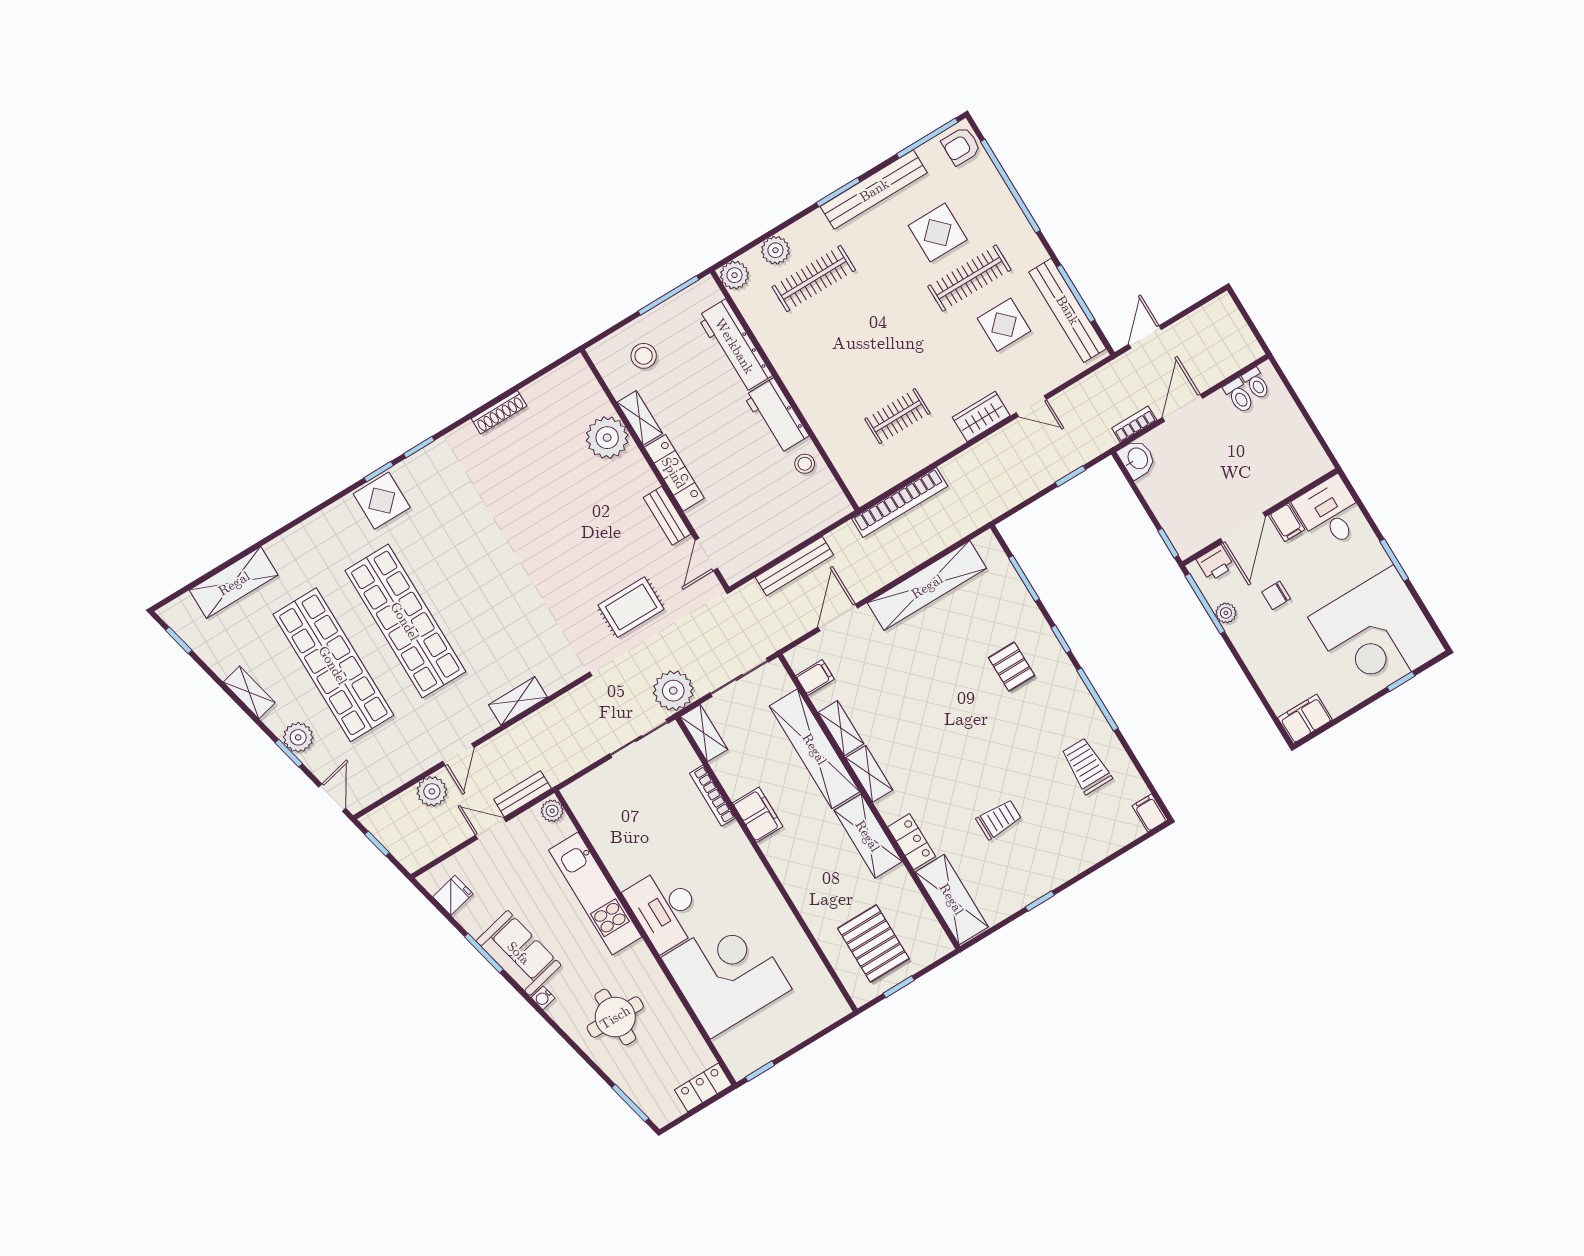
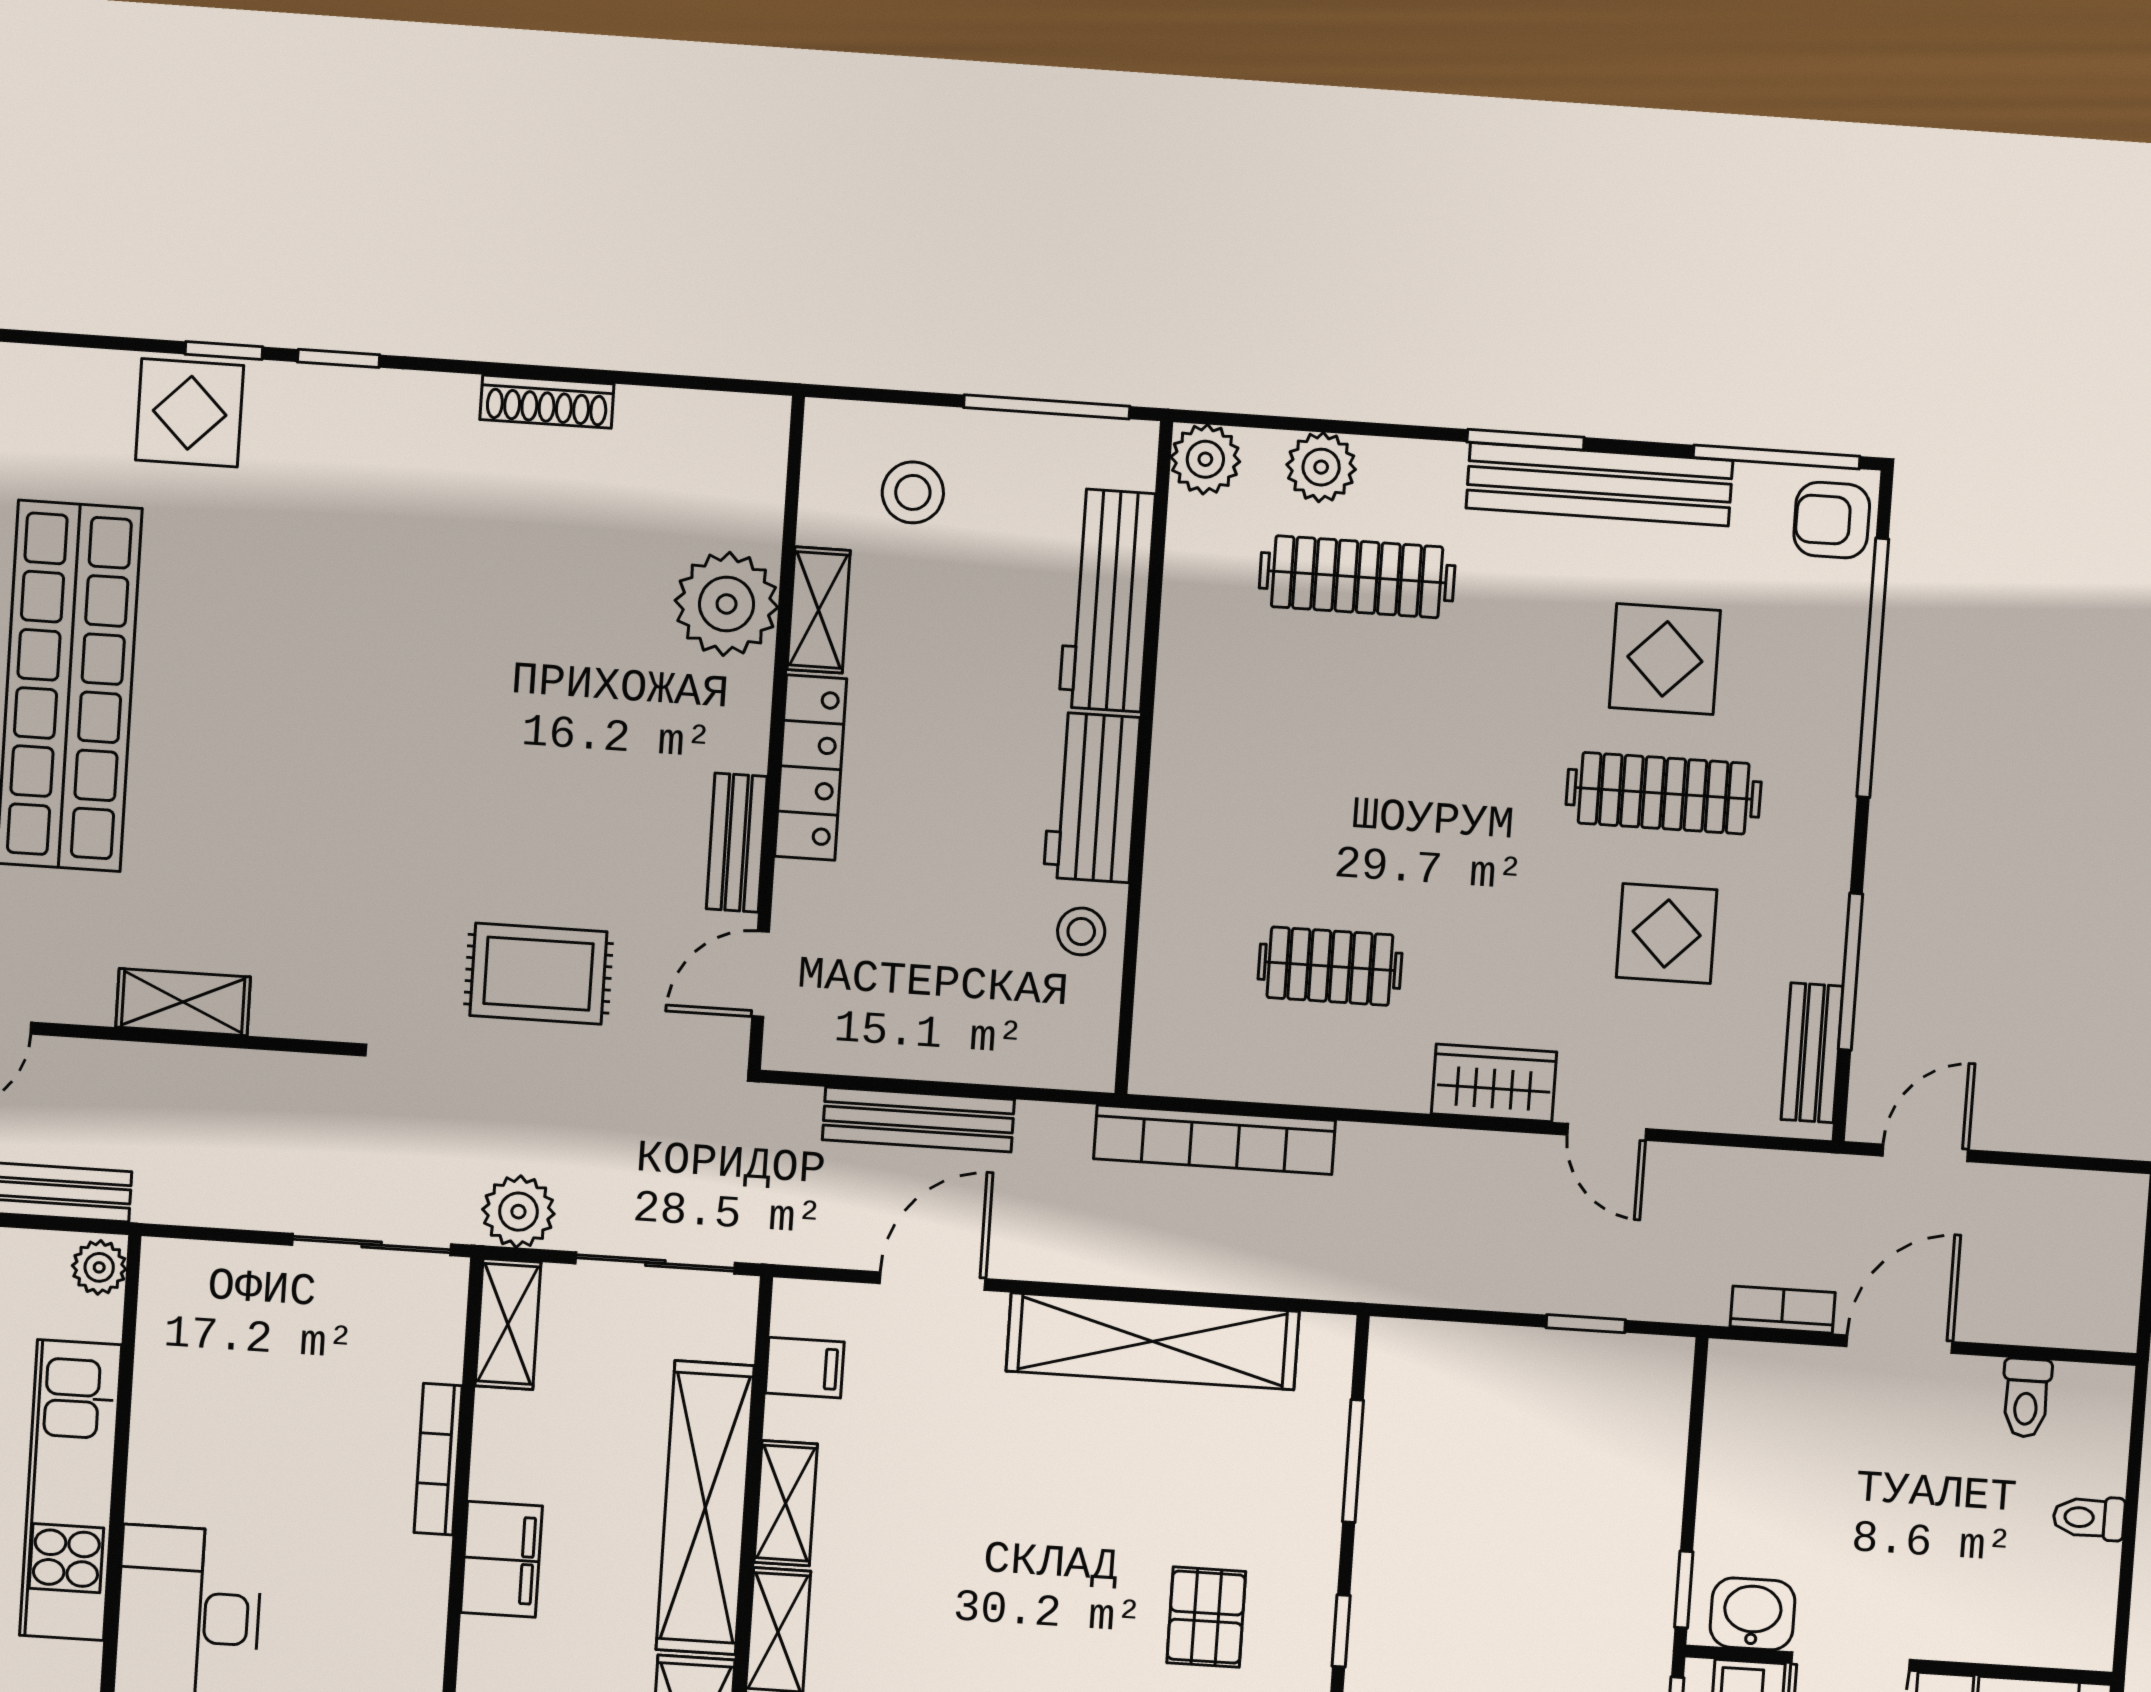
bench: (1068, 310) -> (1812, 1053), width x0.54, depth x0.82
toilet: (1256, 383) -> (2089, 1518), moved, turned 90
washbasin: (1137, 459) -> (1753, 1614), moved, turned -90
plant: (673, 691) -> (518, 1212), width x0.73, depth x0.73

